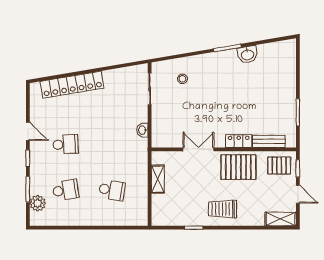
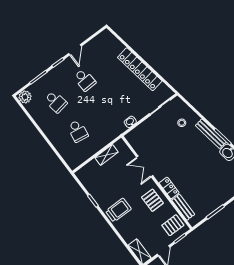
bench: (216, 58) -> (211, 134), added
locker: (72, 85) -> (140, 69), moved
double door: (198, 149) -> (145, 166), swing flipped
pallet: (279, 165) -> (173, 225), turned 90
pallet: (238, 167) -> (152, 200), width x0.67, depth x0.71
plant: (38, 203) -> (25, 97), moved
trolley: (223, 209) -> (118, 210), turned 90

